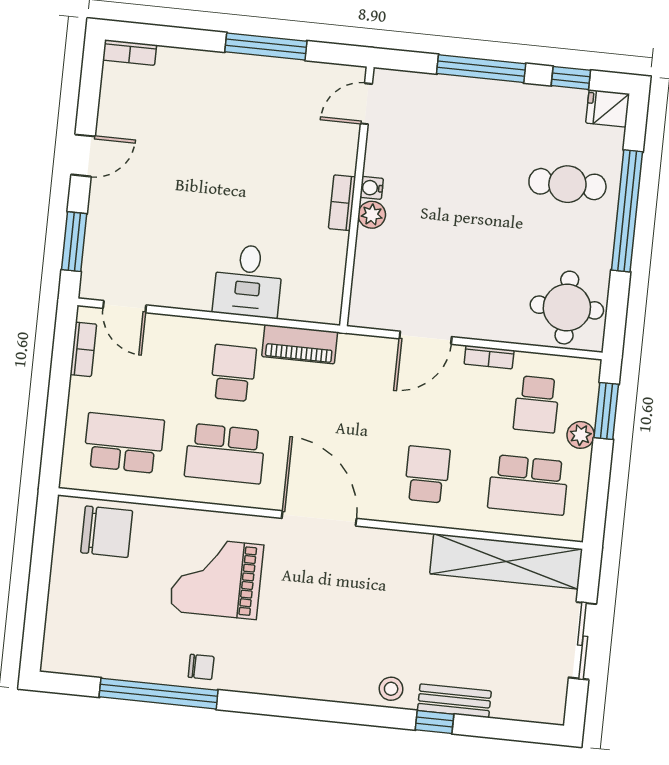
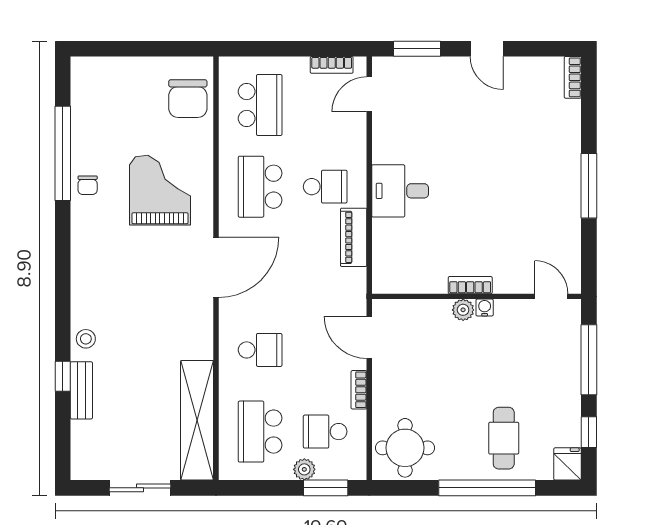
door: (366, 104) -> (551, 296), moved
water cooler: (372, 188) -> (485, 307), moved
wall: (357, 196) -> (476, 296), moved
bookcase: (342, 203) -> (470, 285), moved
plant: (372, 215) -> (463, 310), moved

